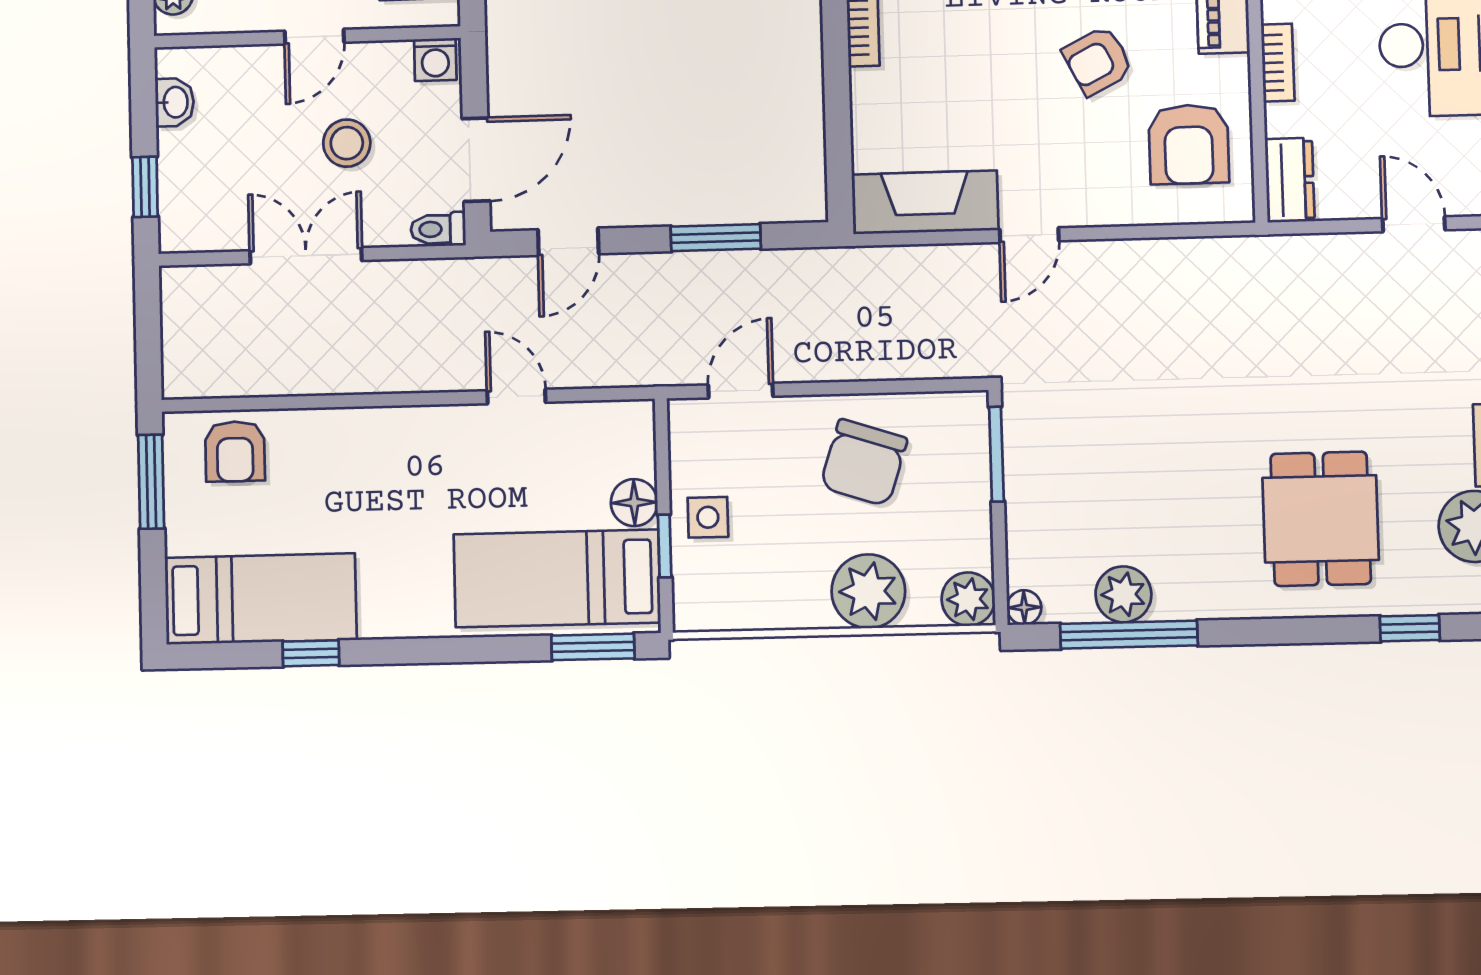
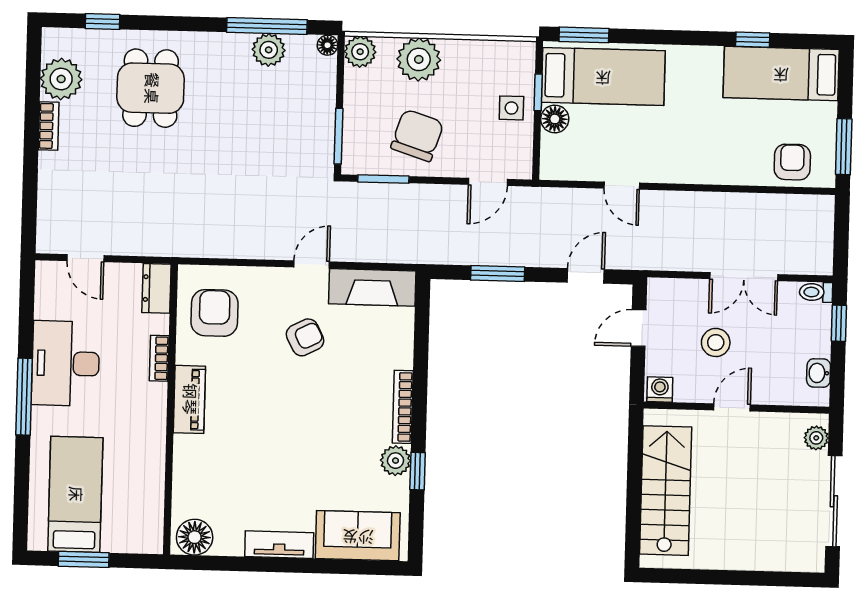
armchair: (1098, 61) -> (305, 337), moved
door: (476, 160) -> (639, 328), width x0.73
toilet: (438, 229) -> (816, 292), moved, turned 180
window: (917, 386) -> (383, 179), added

